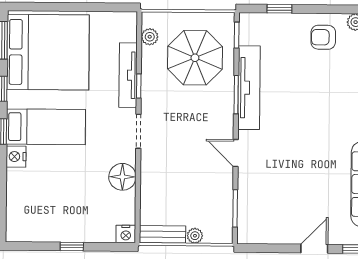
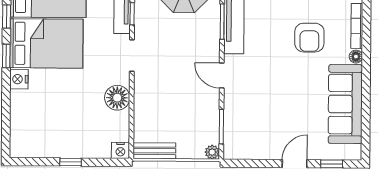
armchair: (331, 112) -> (309, 38), added
bed: (46, 127) -> (46, 43), width x1.50
plant: (195, 236) -> (212, 152), moved

